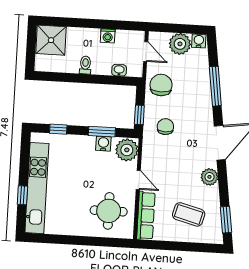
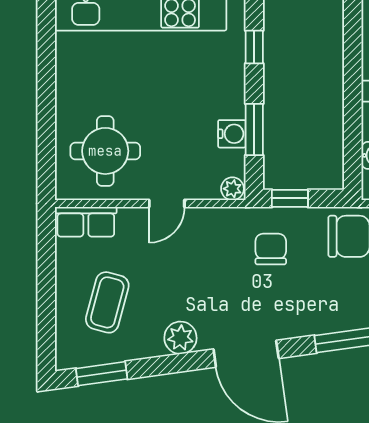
chair: (165, 127) -> (271, 249), turned -90
plant: (127, 150) -> (232, 189), width x0.53, depth x0.53
row of seats: (146, 216) -> (86, 222), width x0.68

